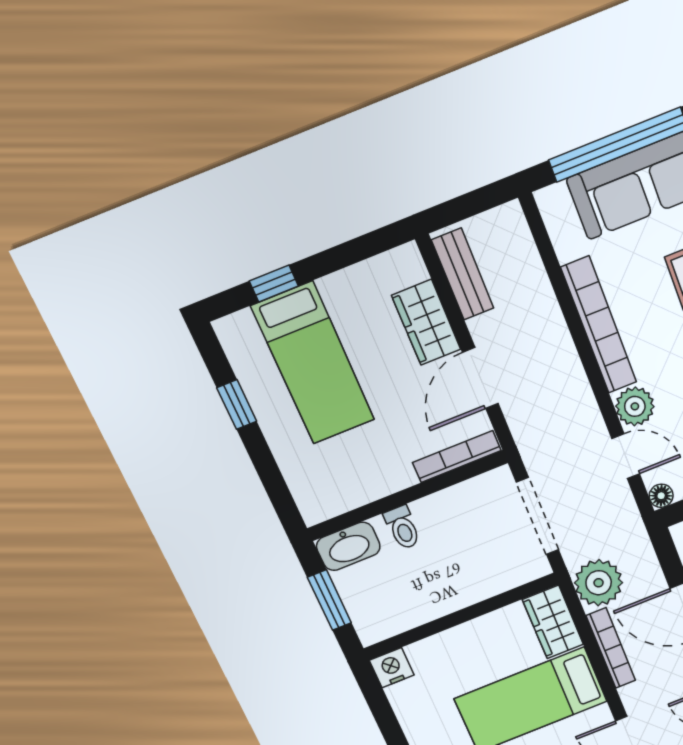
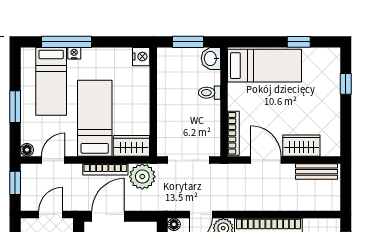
bed: (313, 363) -> (265, 66), moved, turned 180
washbasin: (348, 546) -> (211, 58), width x0.72

